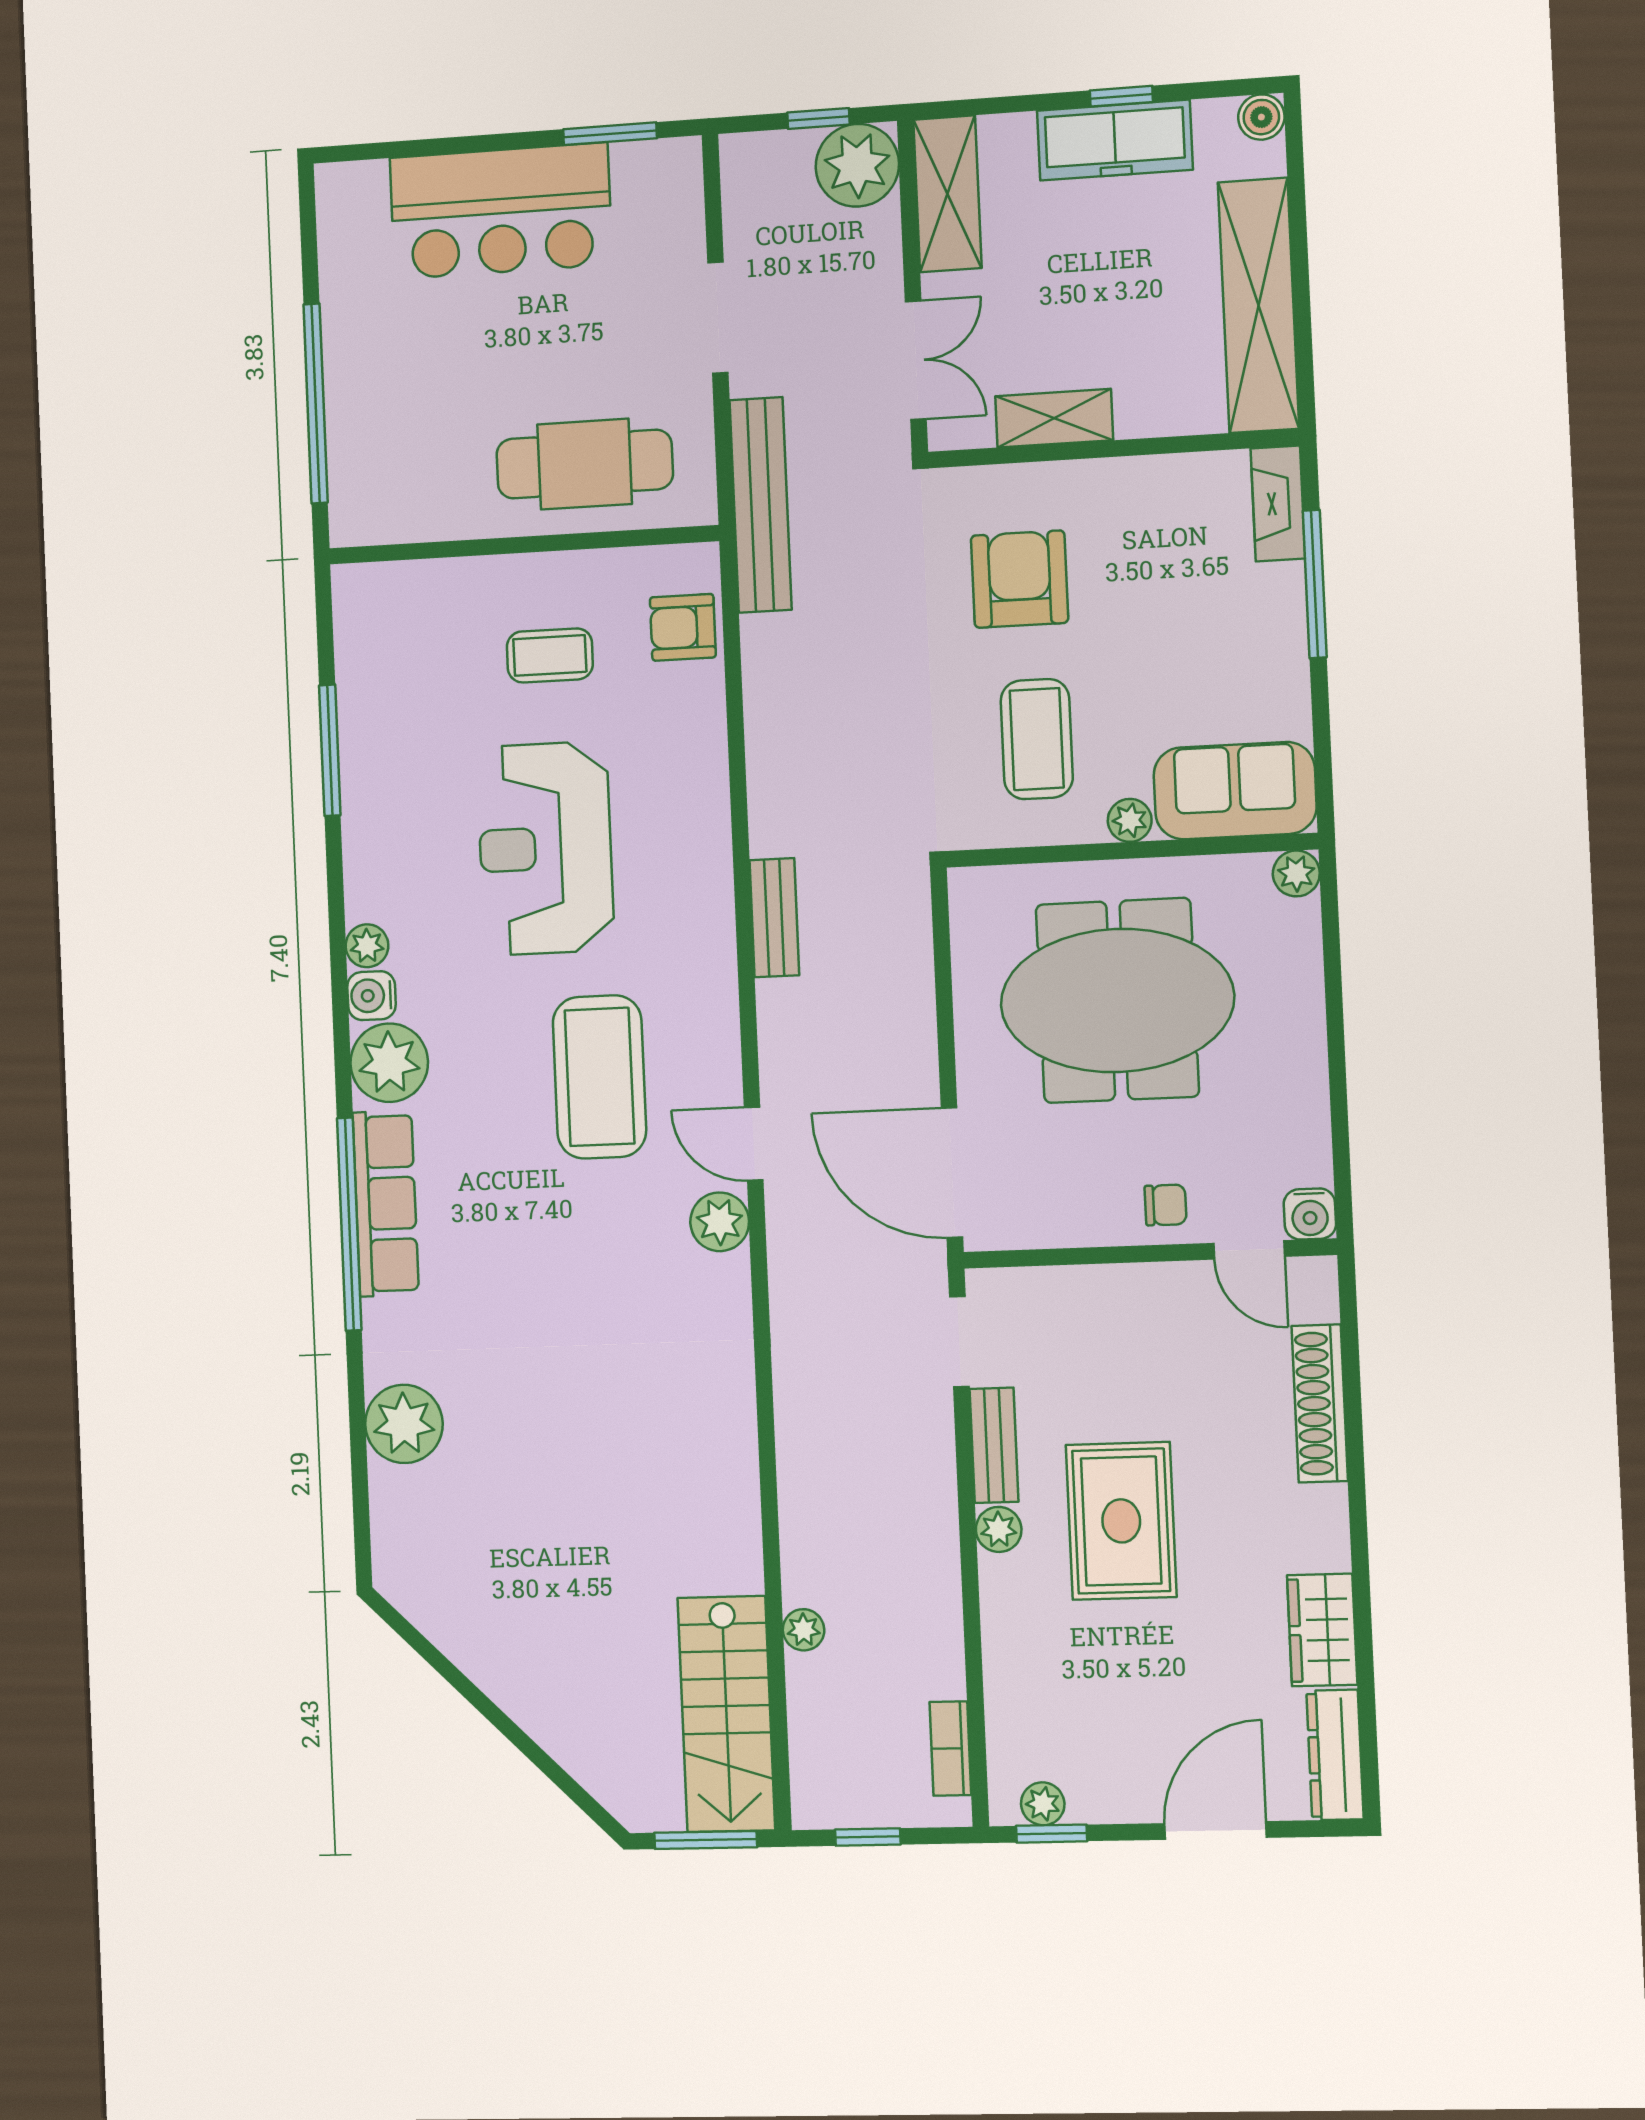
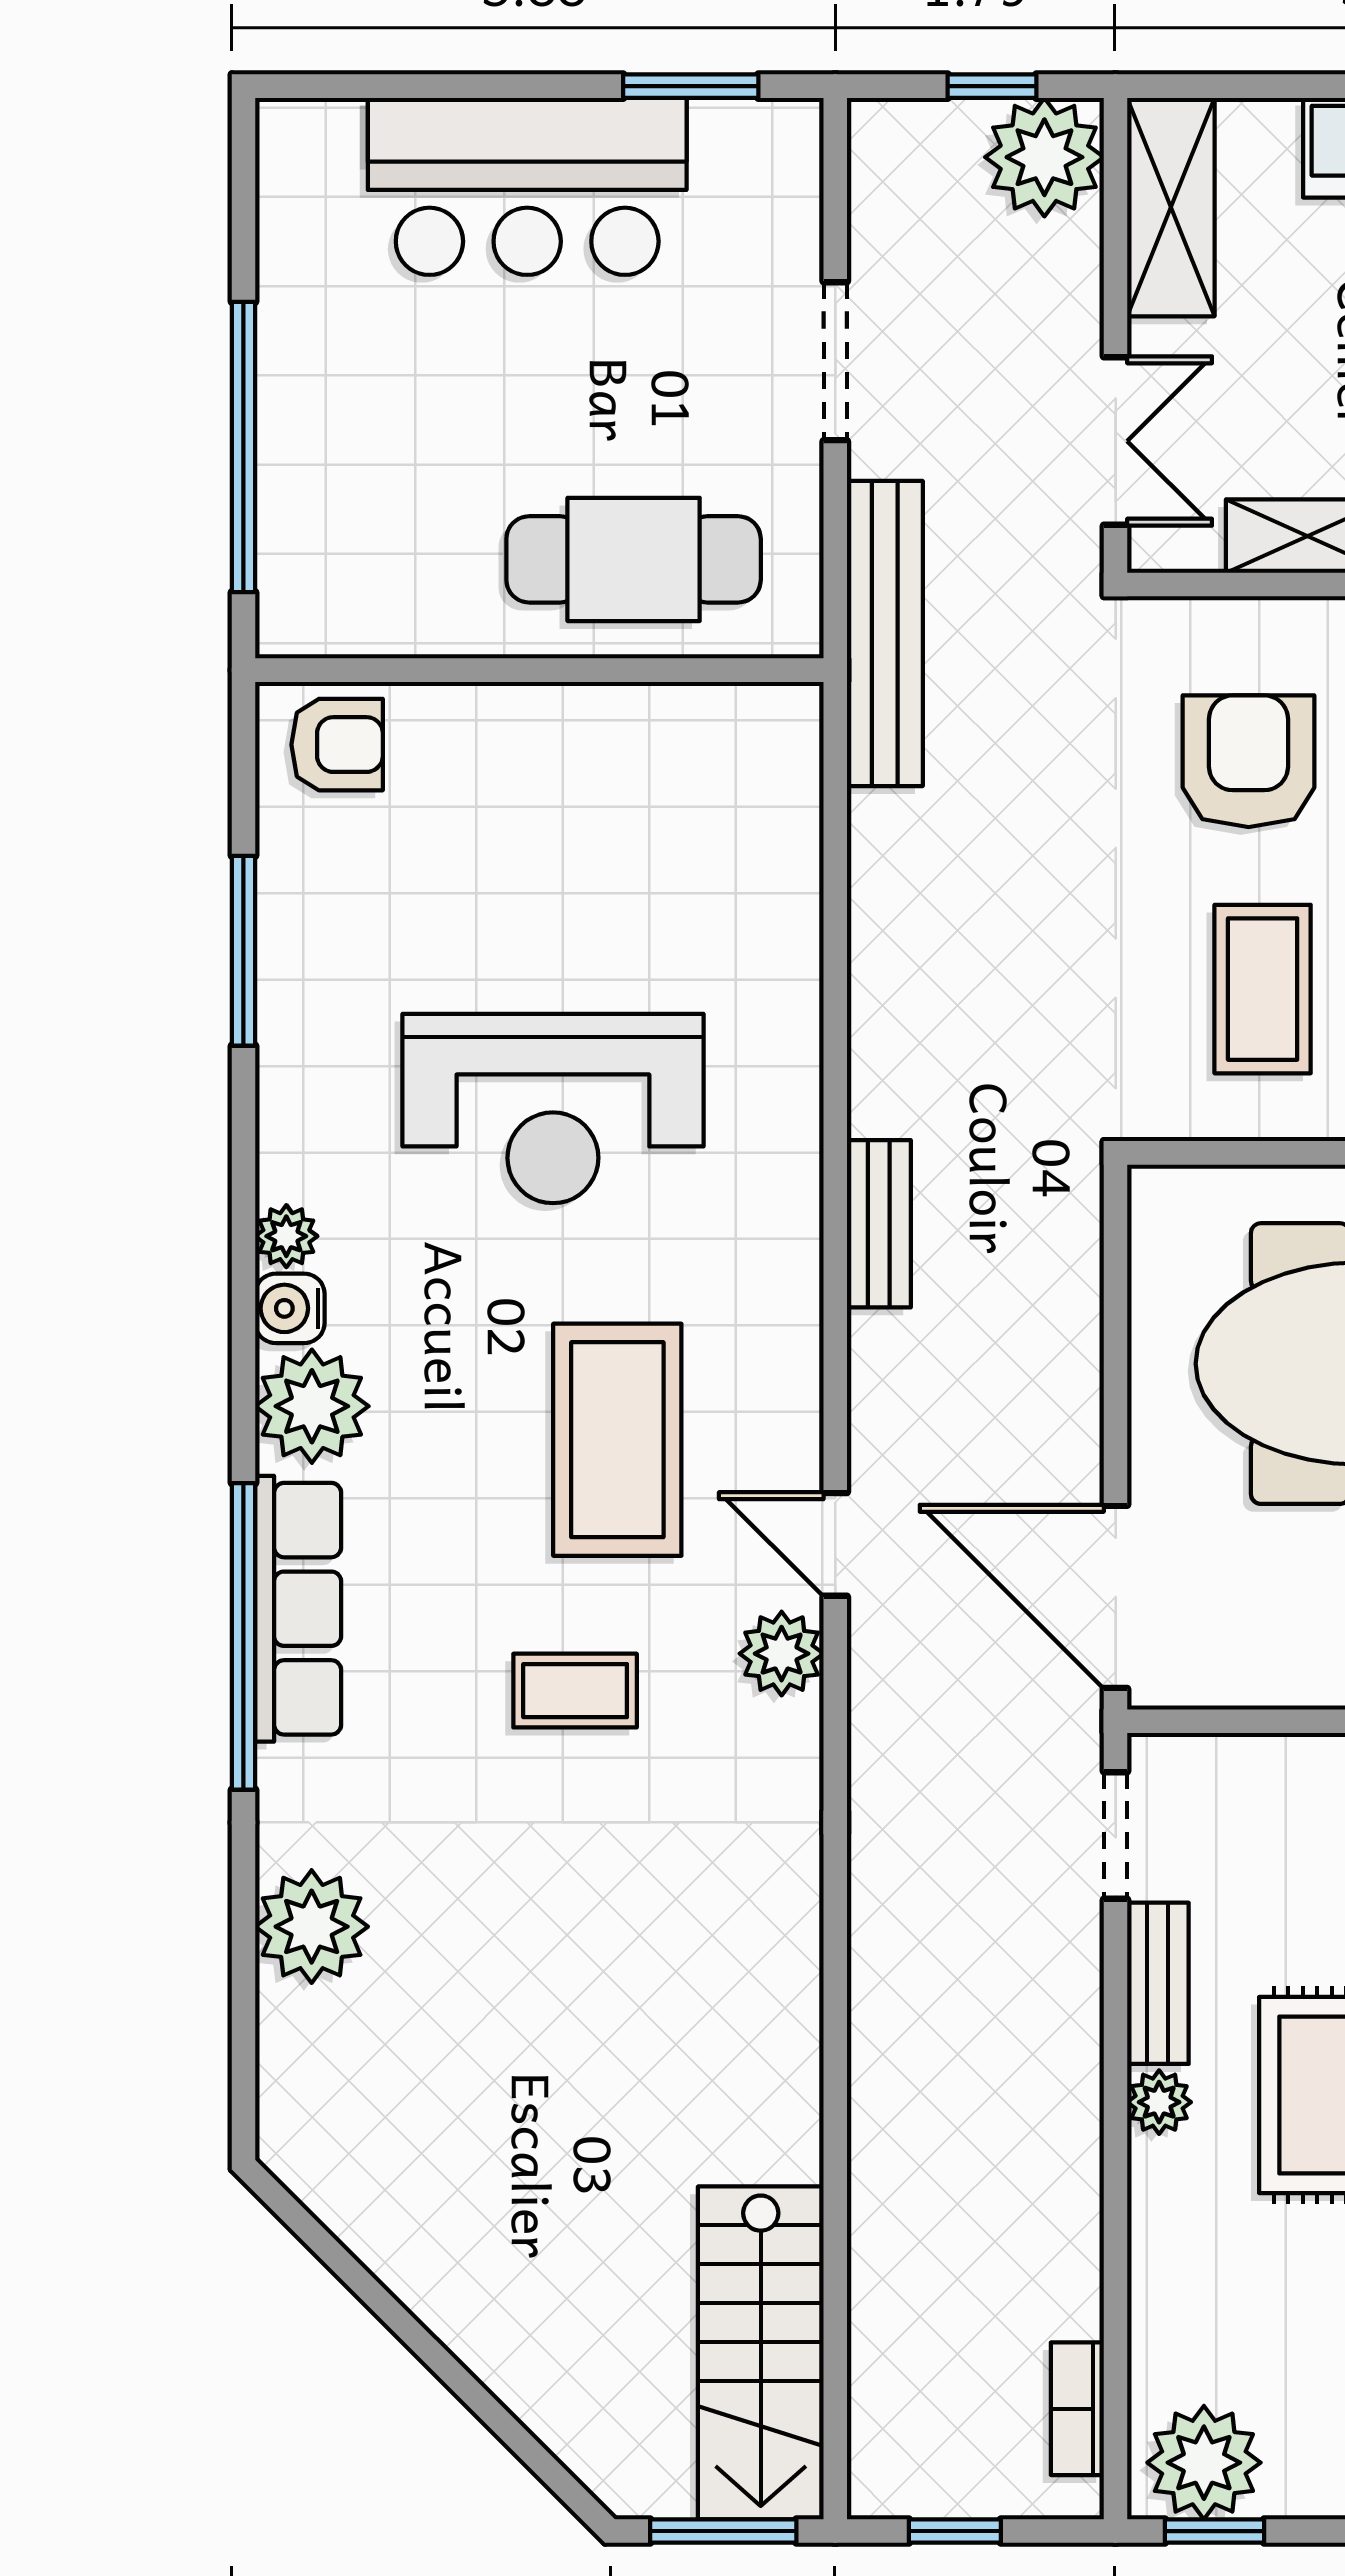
armchair: (683, 627) -> (337, 745), moved, turned 180
coffee table: (550, 655) -> (575, 1691), moved
reception desk: (545, 848) -> (553, 1109), turned -90
plant: (804, 1630) -> (876, 2236), removed
plant: (1043, 1804) -> (1204, 2463), width x1.88, depth x1.88

